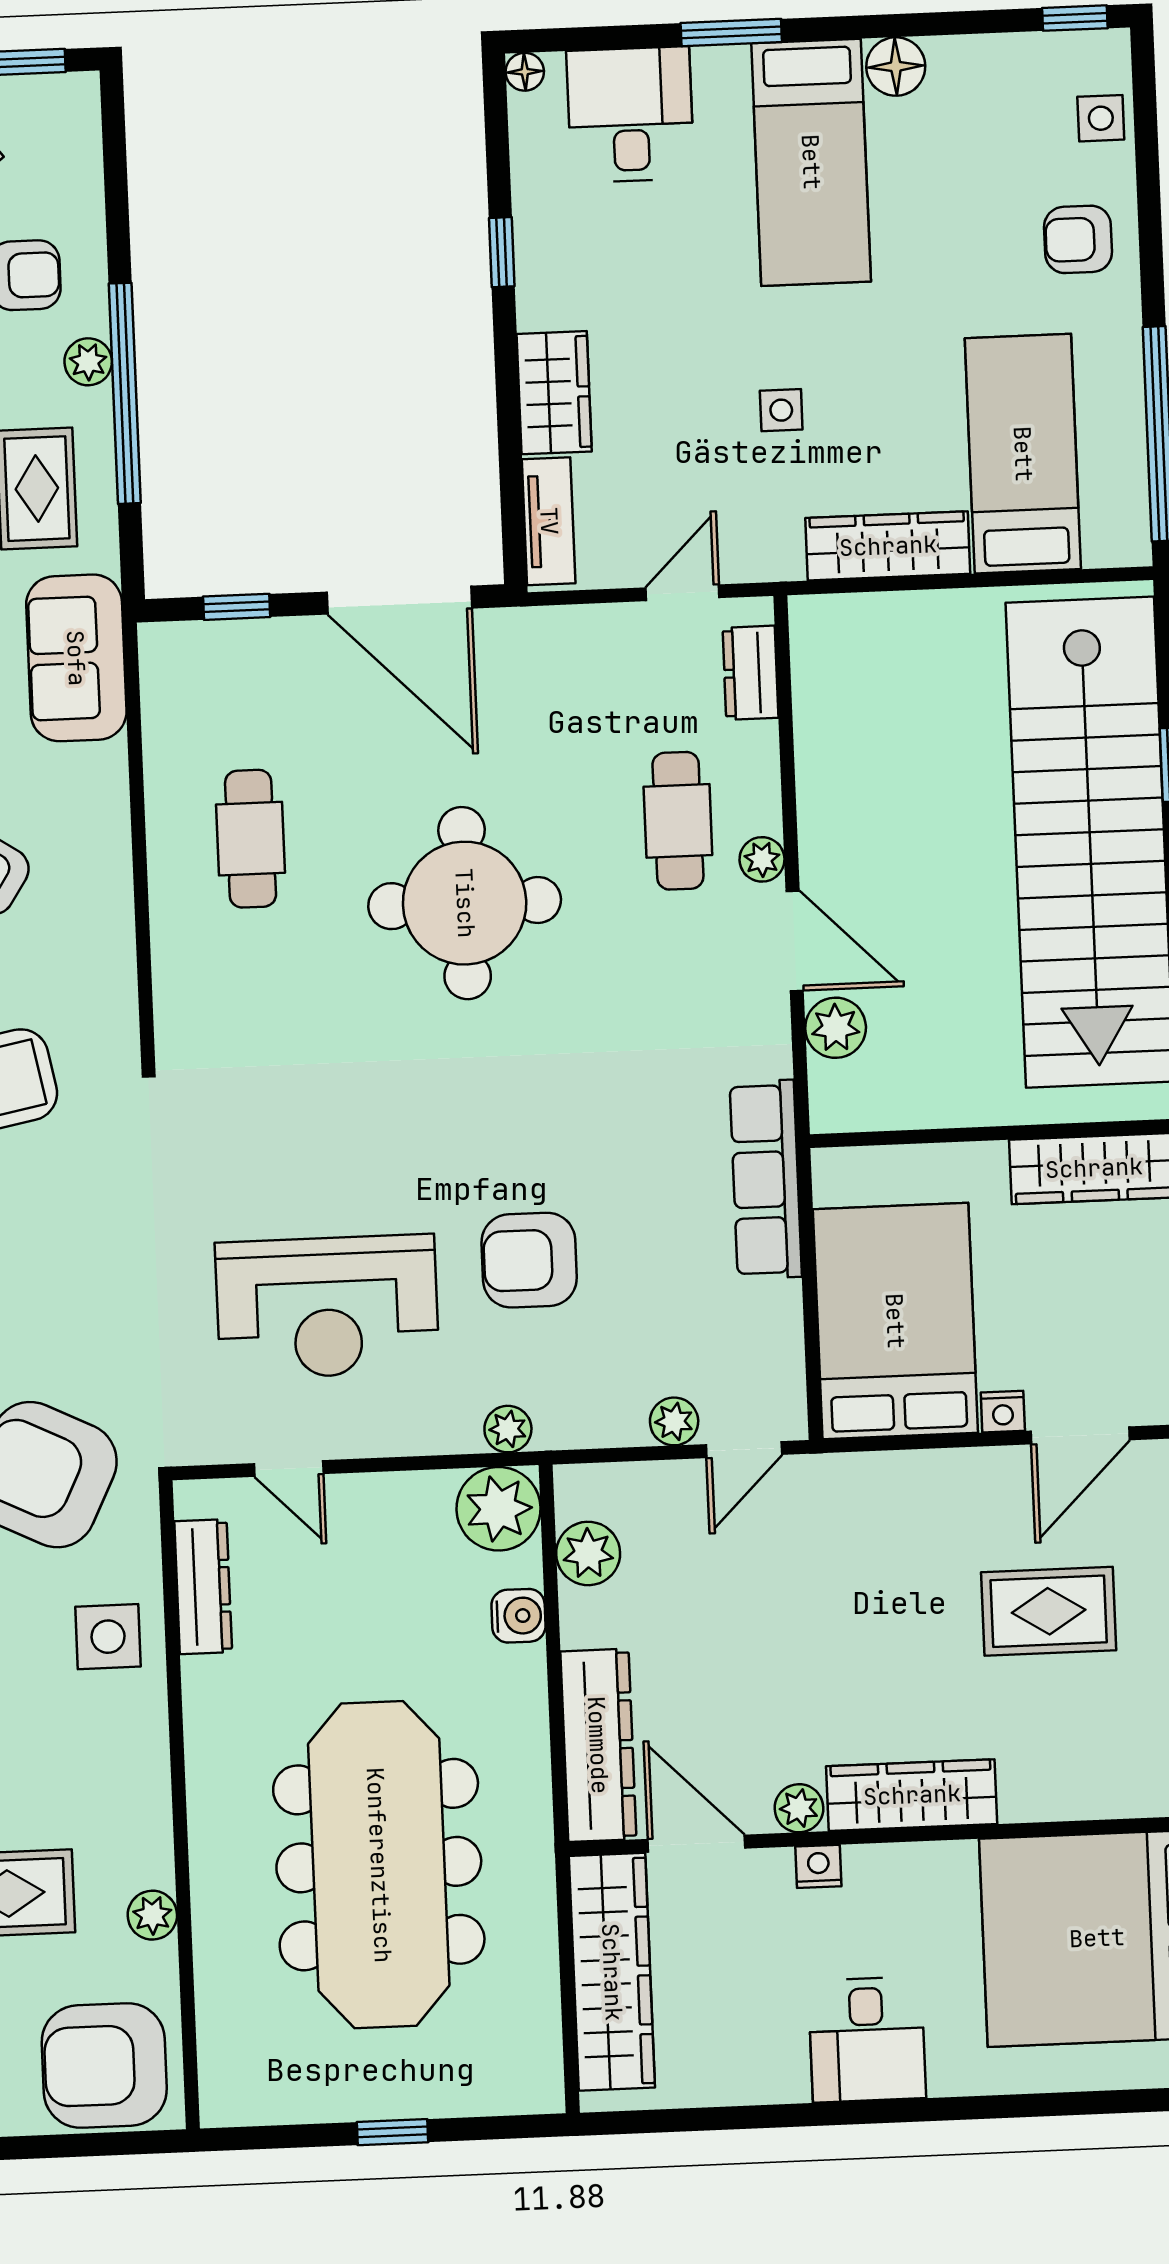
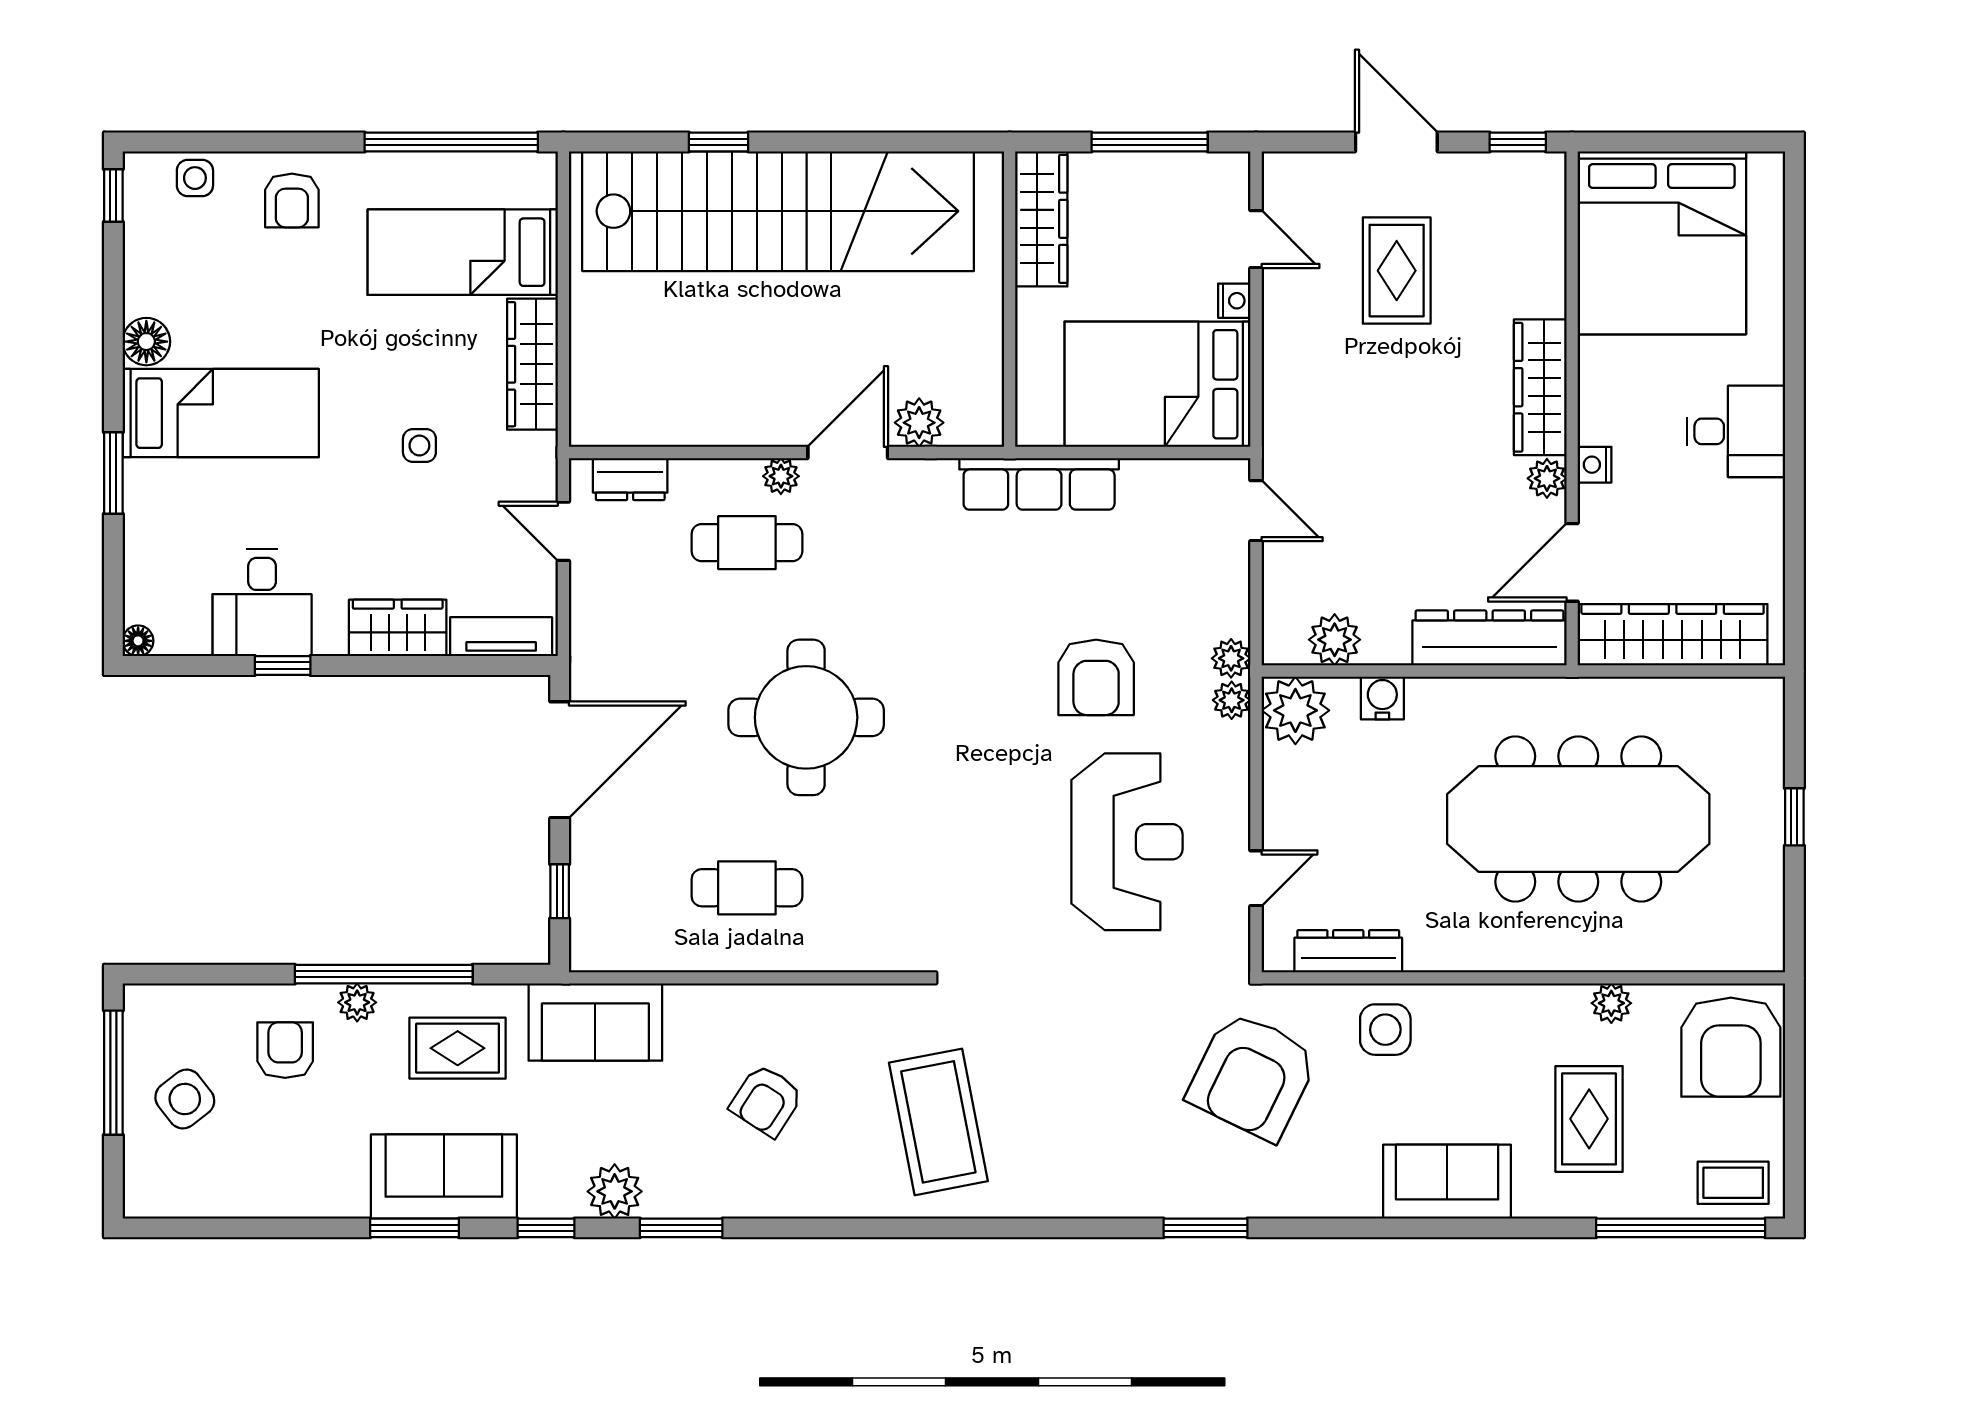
desk: (630, 115) -> (262, 603), moved, turned -90
plant: (674, 1421) -> (1231, 658), moved
door: (1080, 1435) -> (1256, 239), width x0.73

